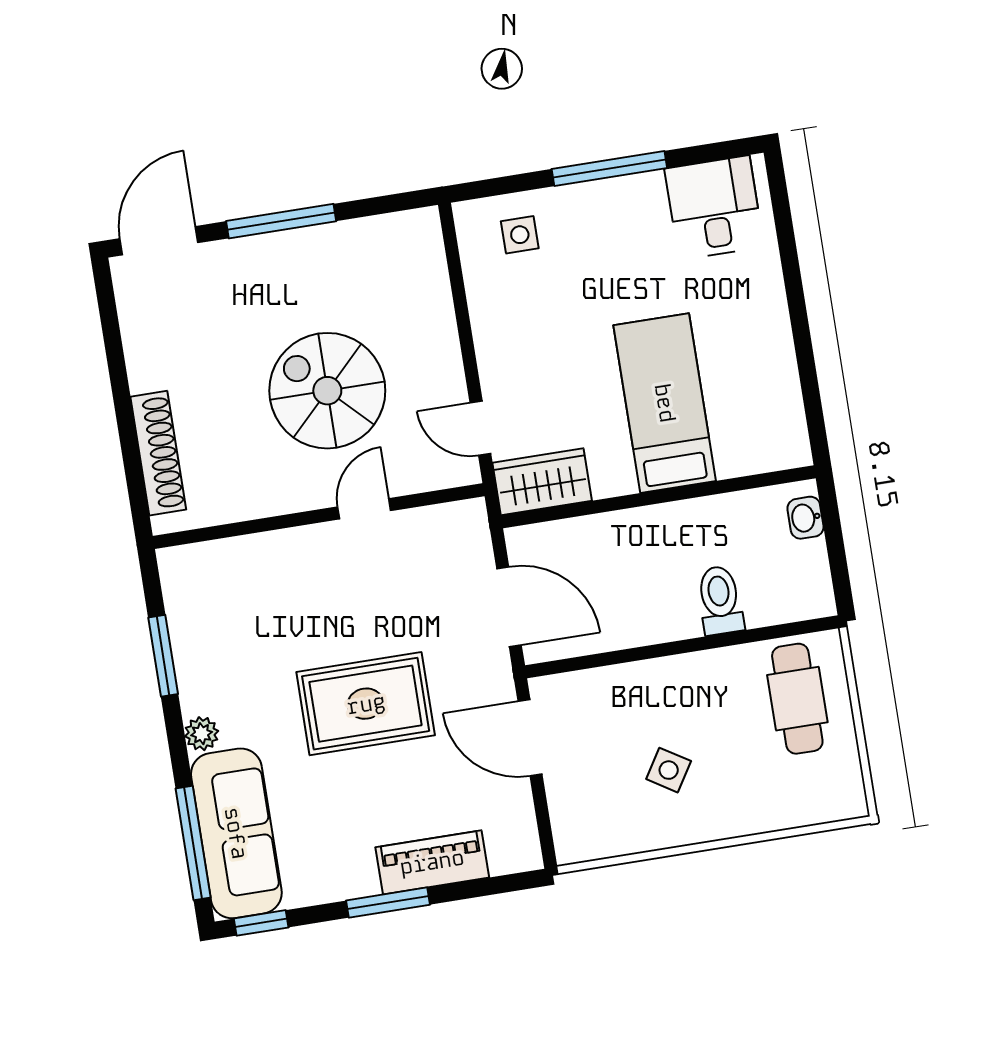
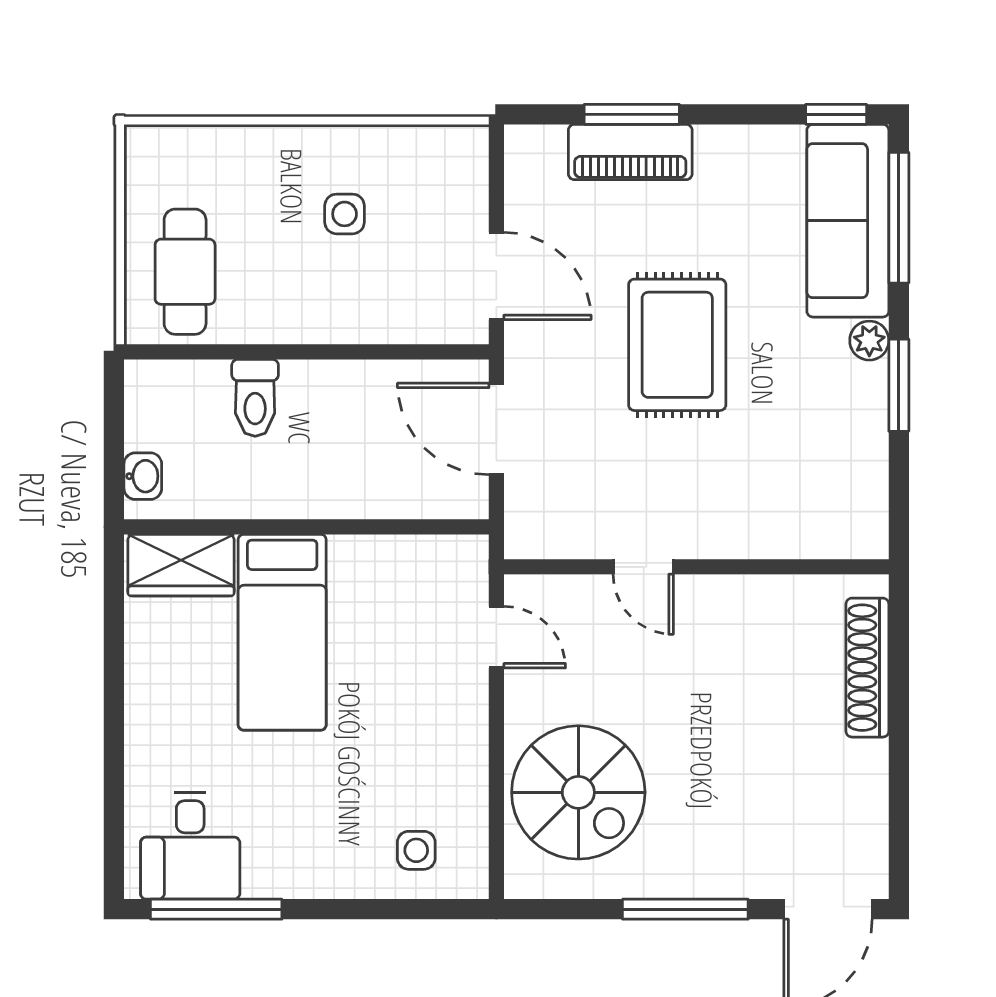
window: (609, 169) -> (216, 909), moved
spiral stairs: (327, 391) -> (578, 792), moved
wardrobe: (542, 482) -> (181, 565), moved
door: (364, 509) -> (643, 567), hinge flipped
window: (163, 656) -> (899, 385), moved
rug: (366, 704) -> (677, 345), turned 90
side table: (669, 770) -> (345, 214), turned -32
window: (388, 903) -> (632, 114), moved

